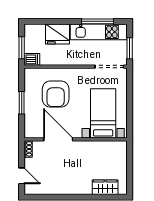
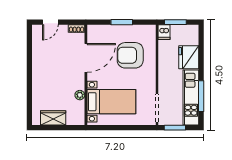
plant: (96, 146) -> (80, 95), added
wardrobe: (105, 187) -> (53, 118), moved, turned -90

